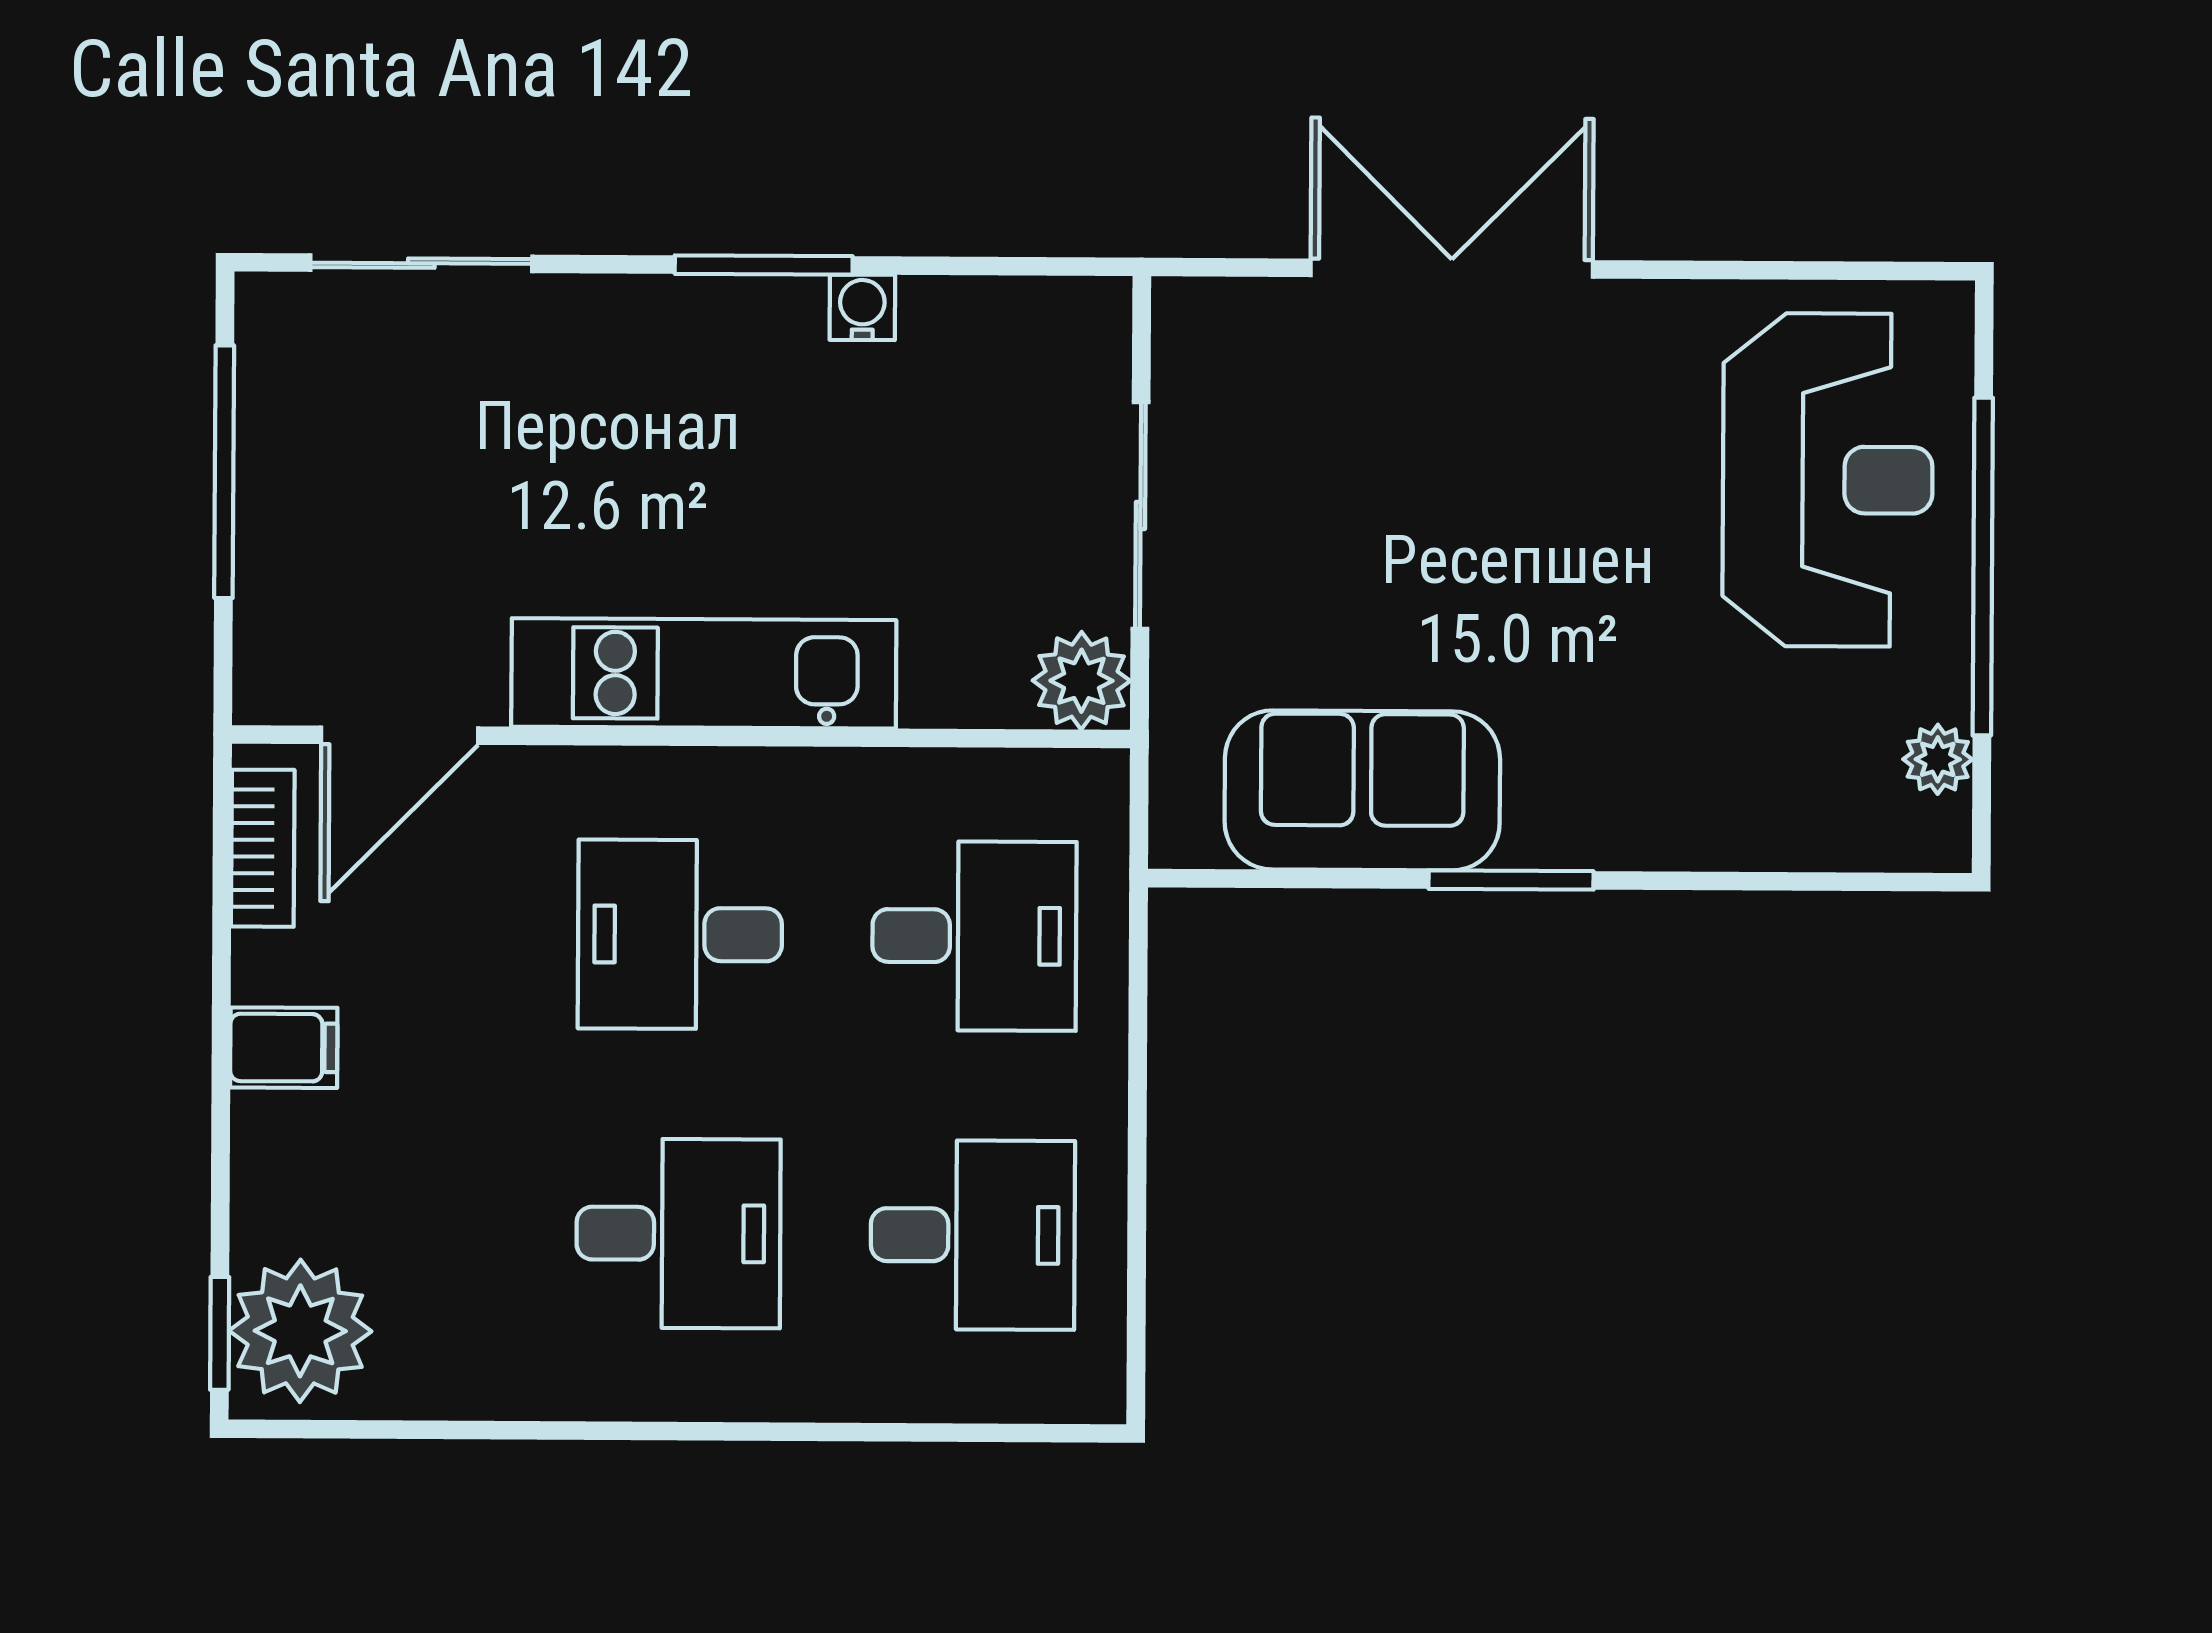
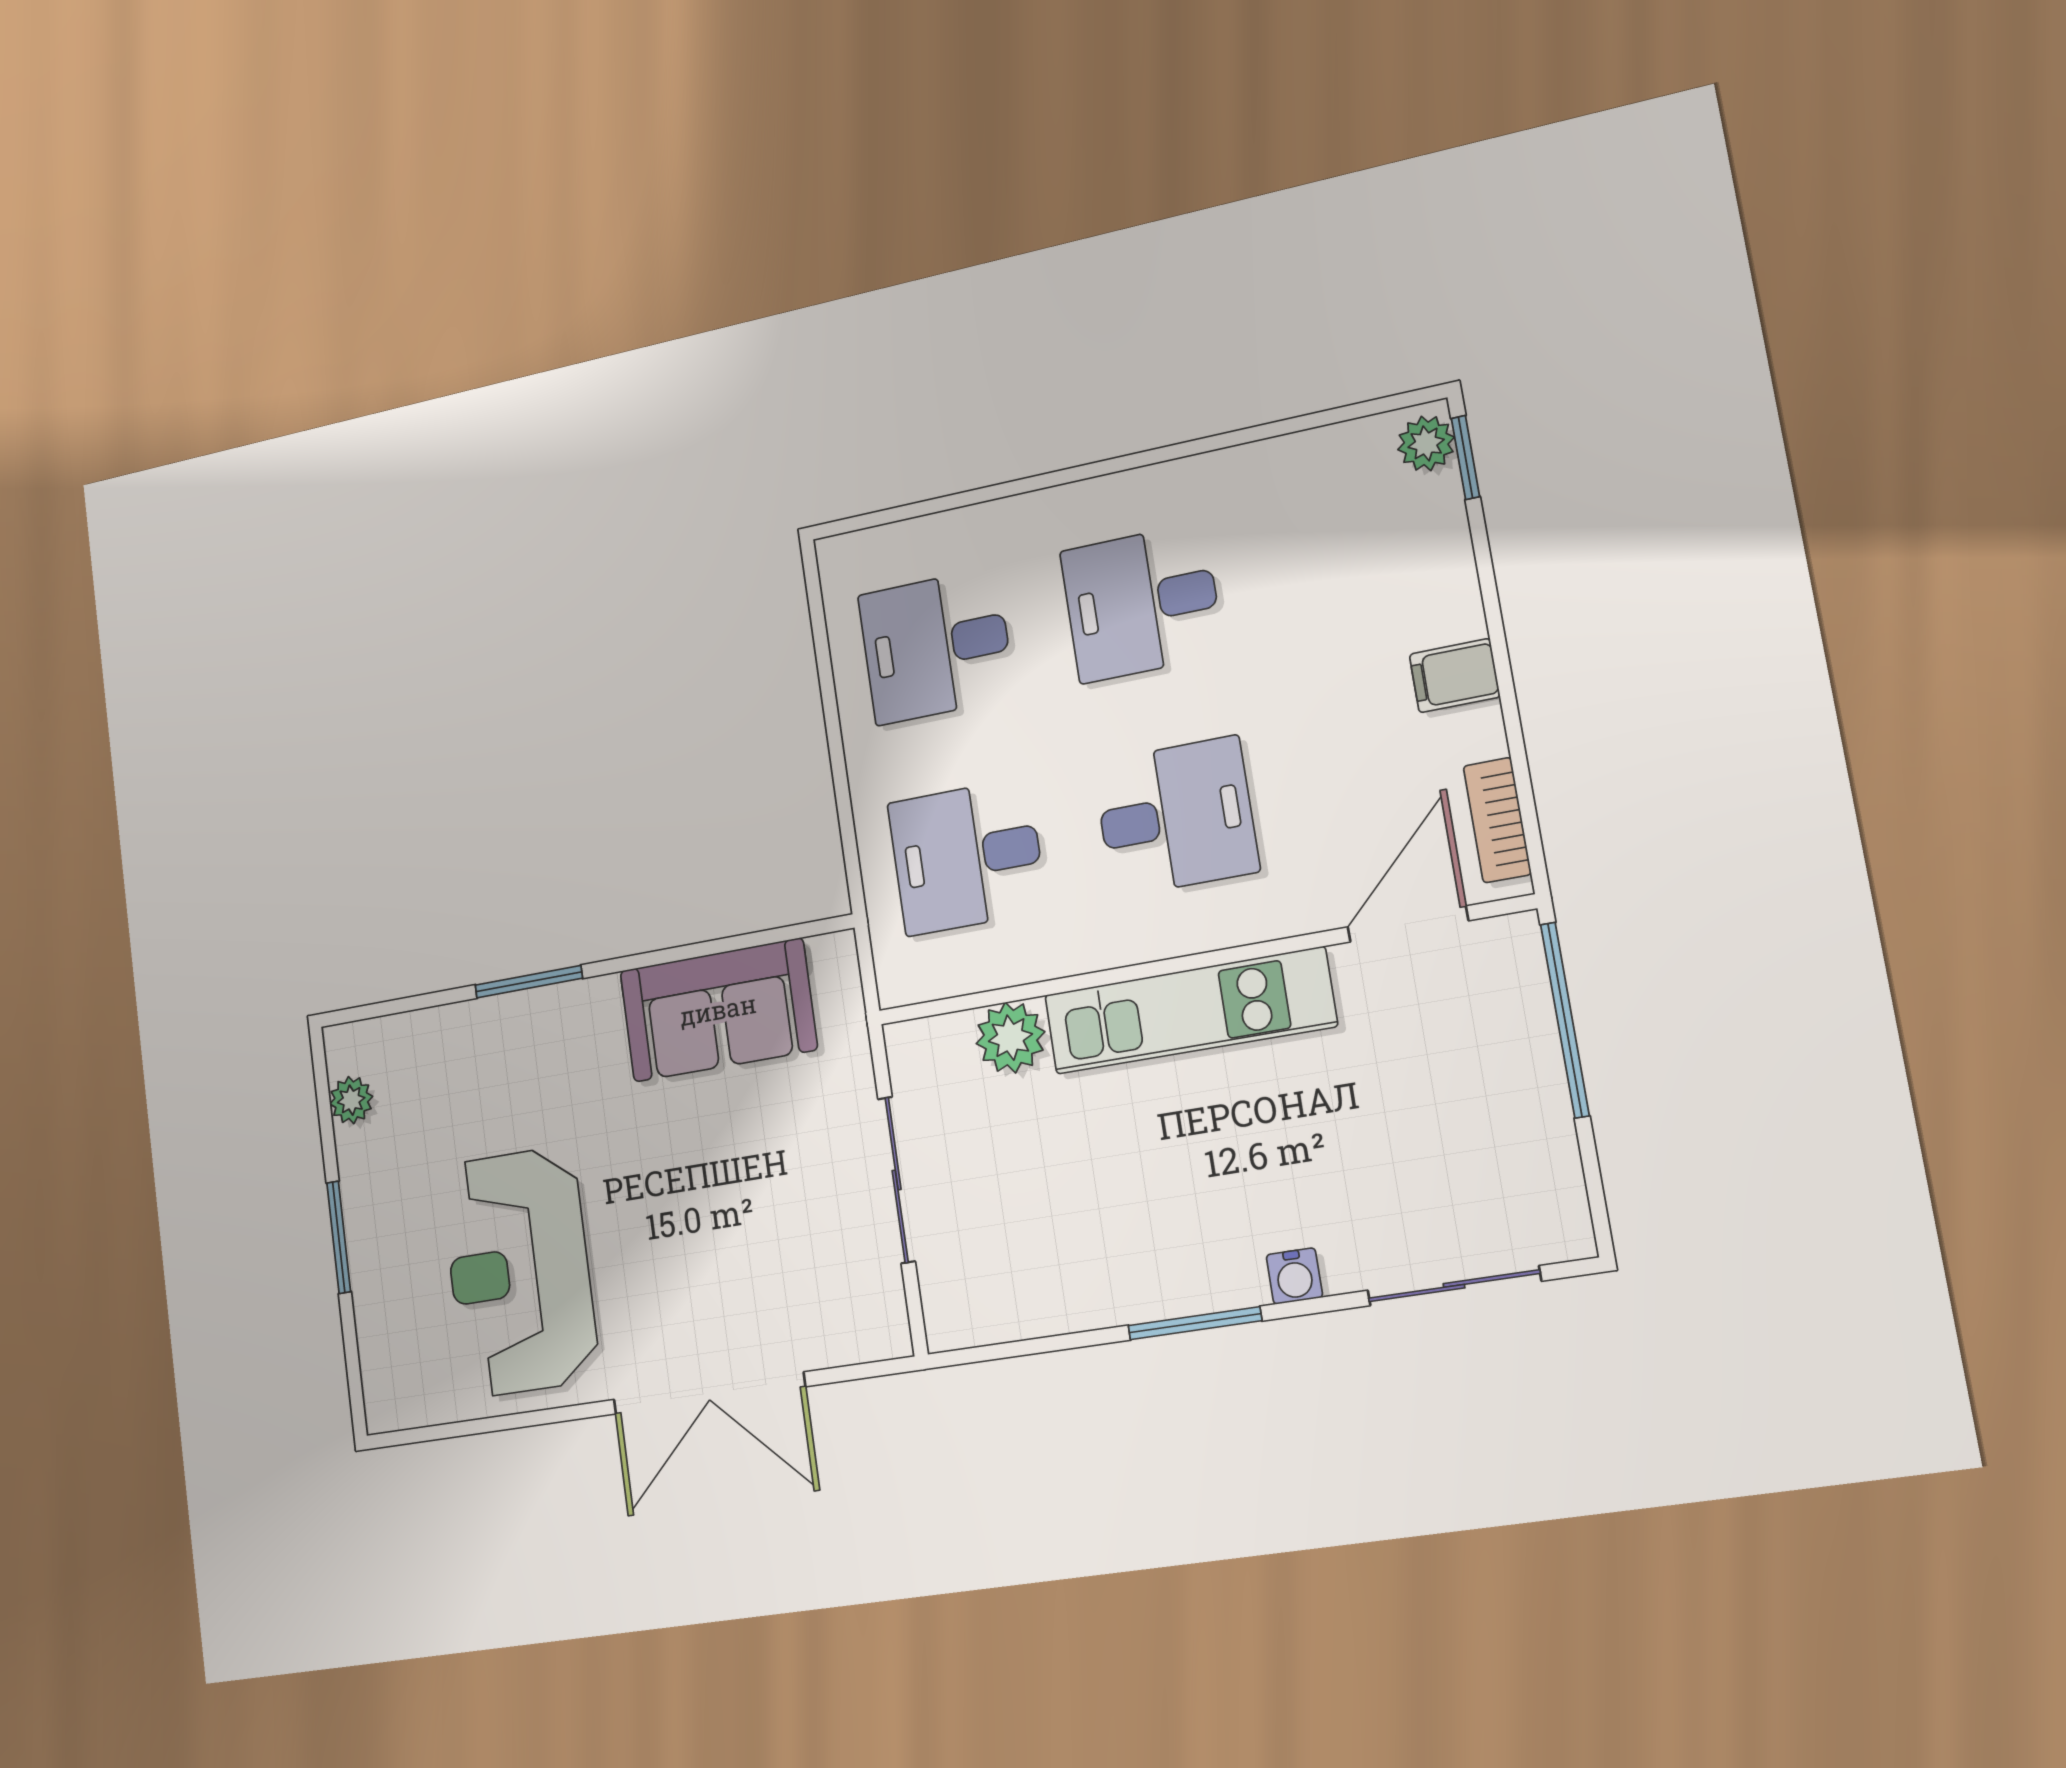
water cooler: (862, 307) -> (1294, 1276), moved
window: (224, 472) -> (1565, 1020), moved
reception desk: (1828, 480) -> (519, 1272), moved
window: (1983, 567) -> (339, 1237), width x0.47
plant: (1081, 681) -> (1010, 1038), moved
window: (1511, 880) -> (529, 982), moved
plant: (300, 1331) -> (1426, 443), width x0.53, depth x0.53

